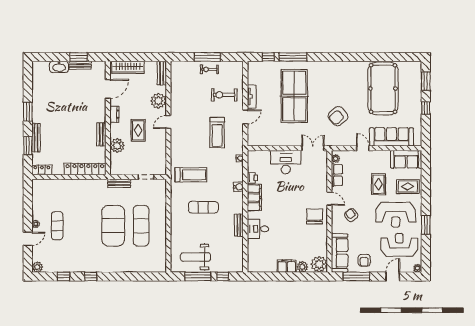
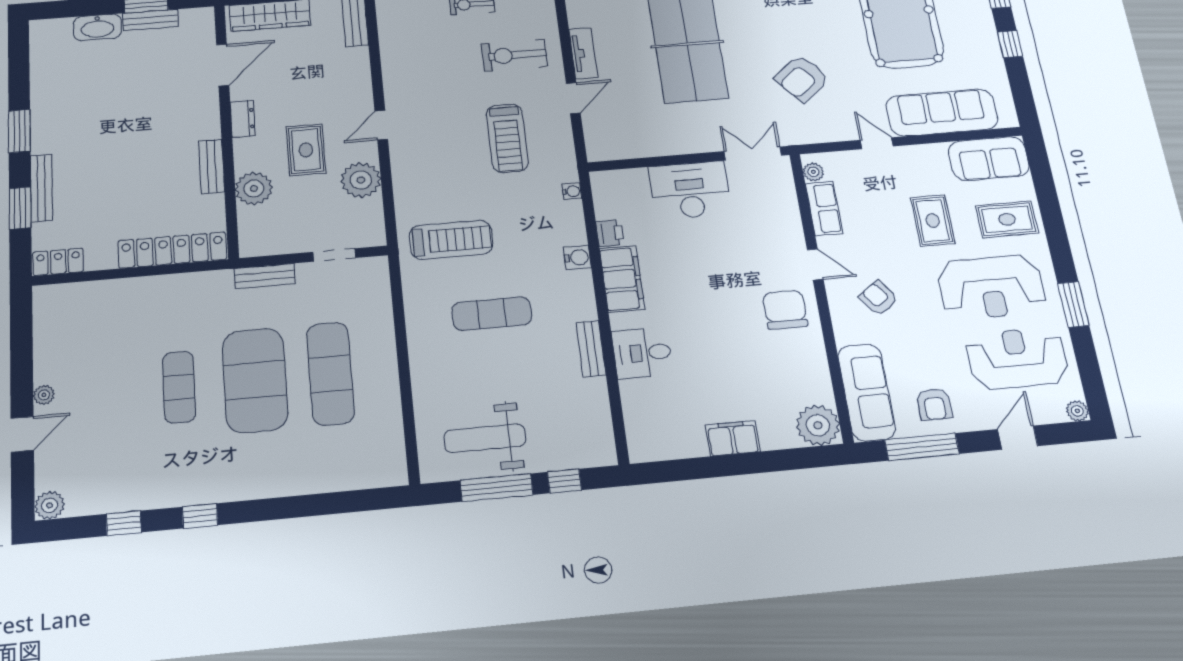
plant: (158, 101) -> (361, 180), moved
exercise mat: (57, 226) -> (179, 387), moved
plant: (302, 267) -> (775, 436), removed

